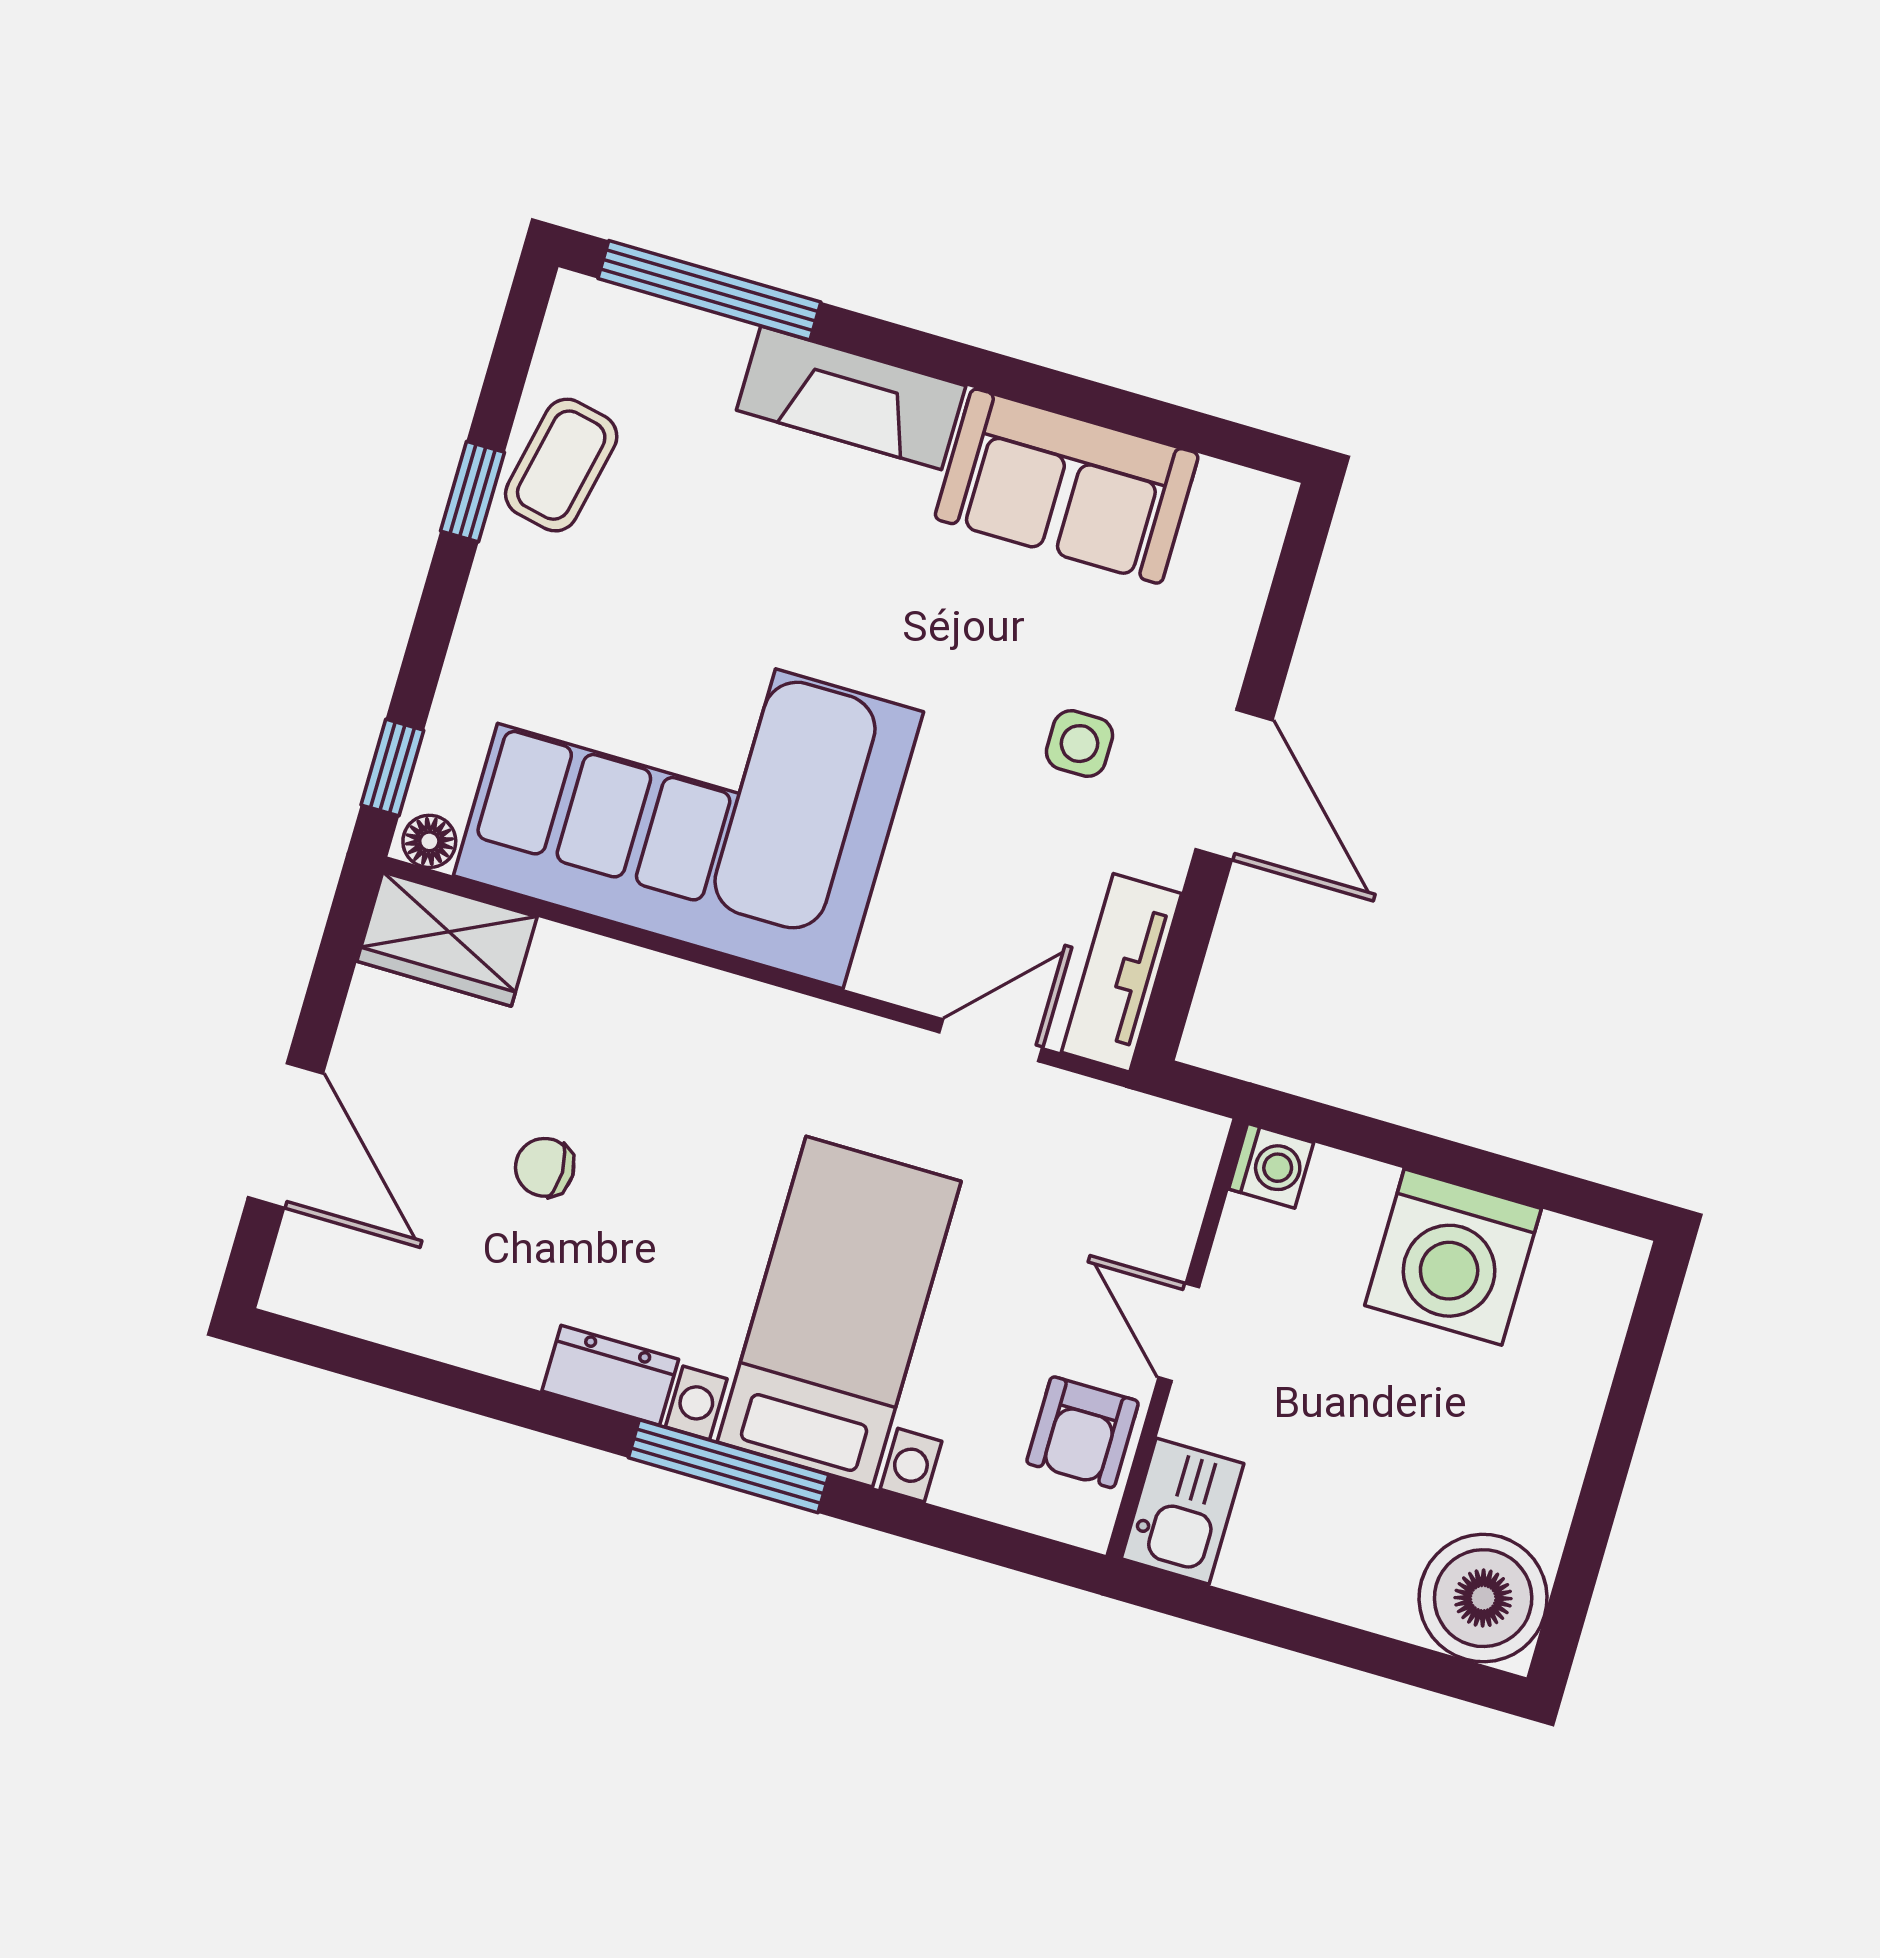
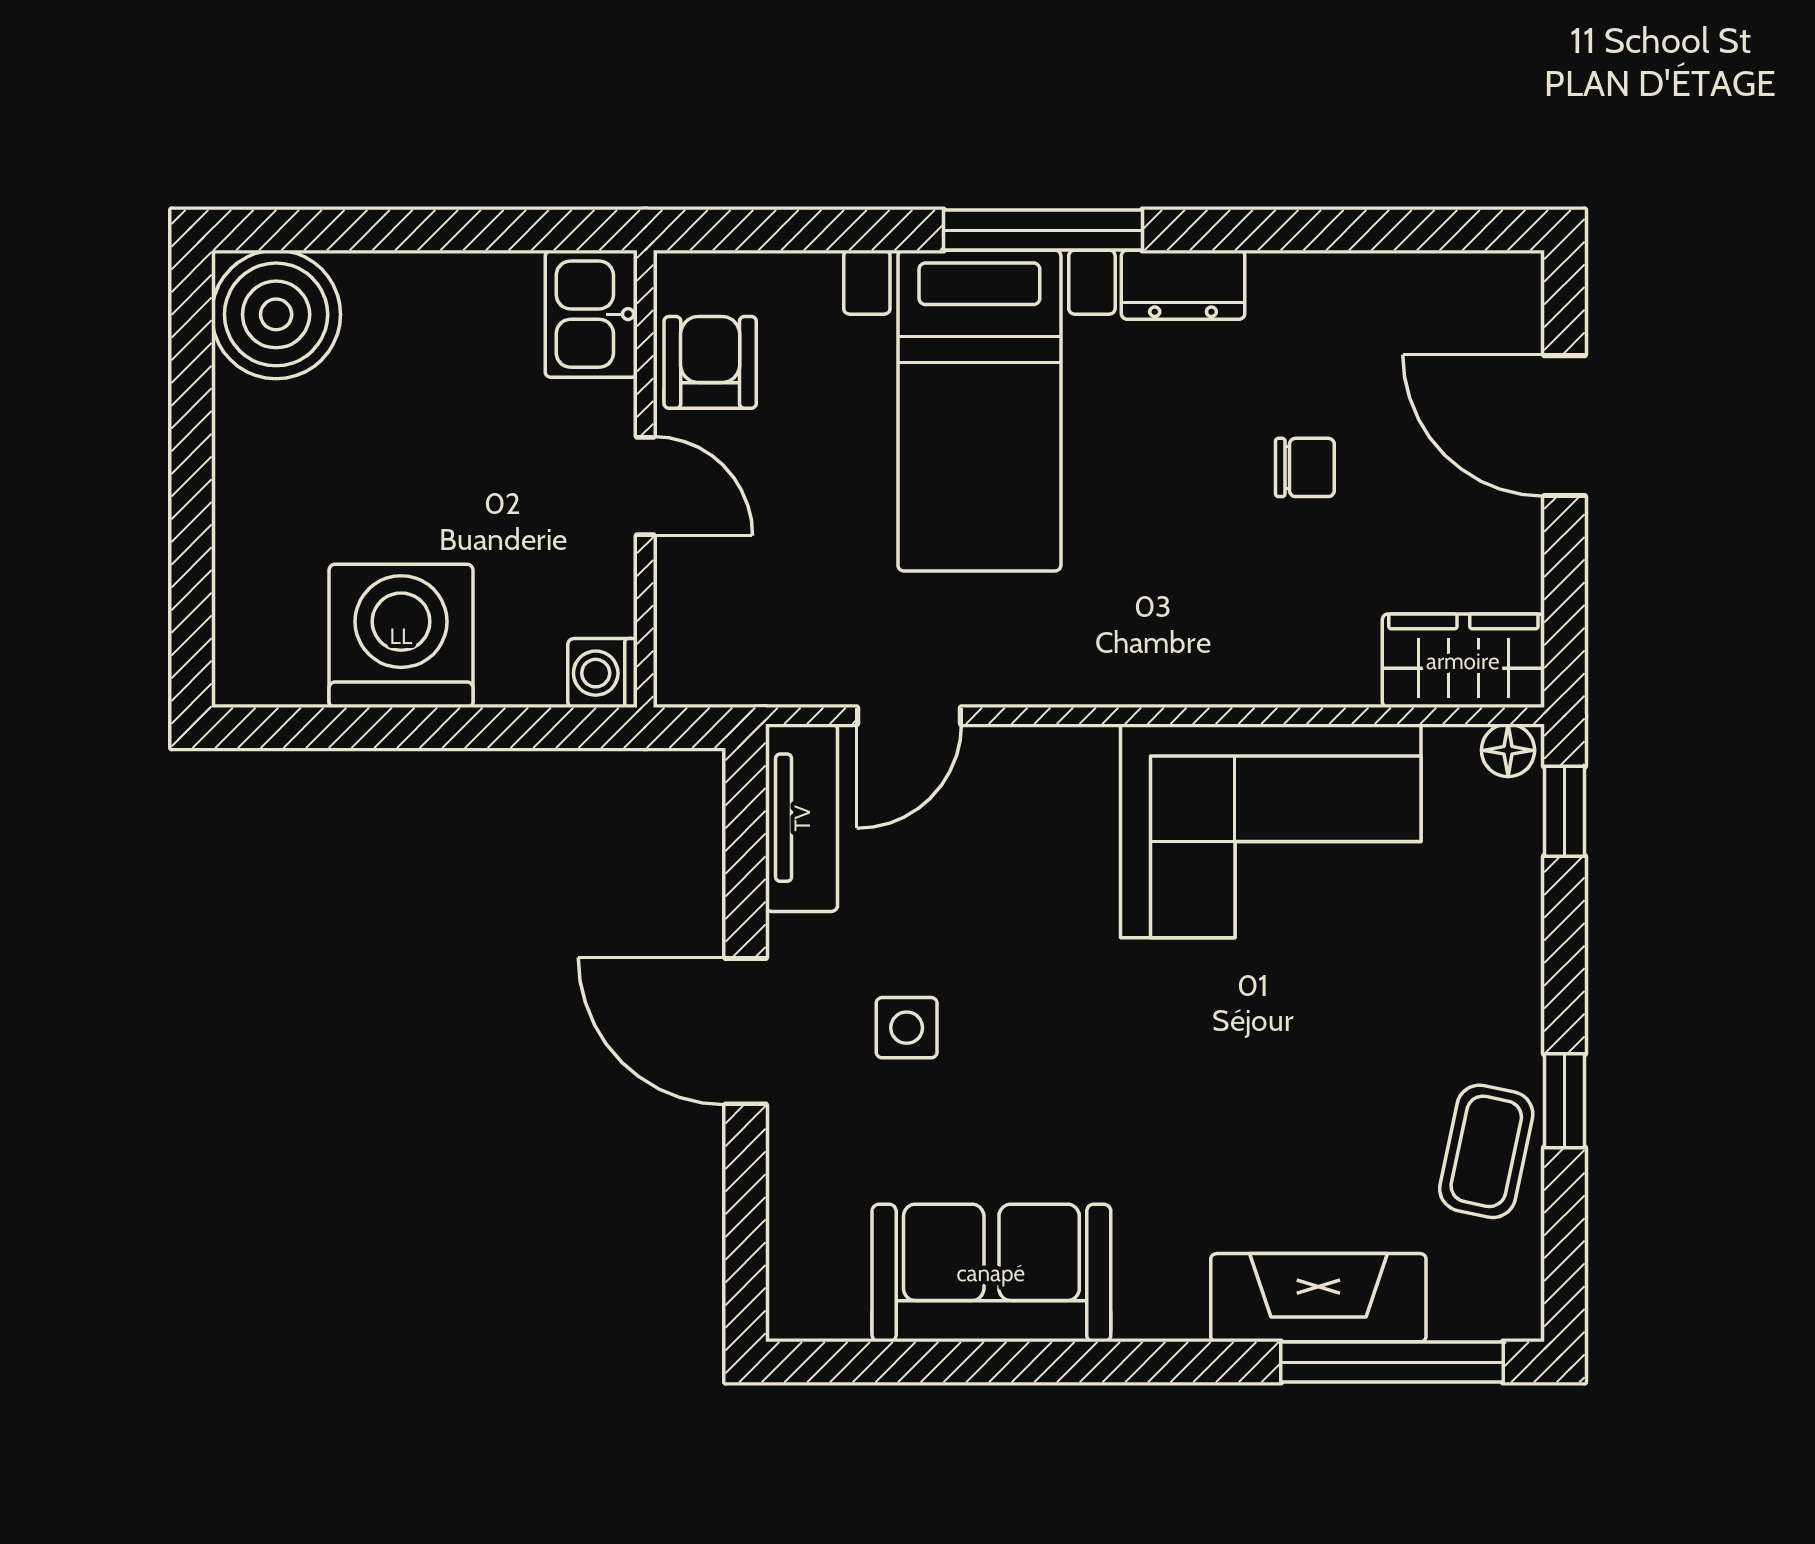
fireplace: (851, 398) -> (1318, 1298), moved
corner sofa: (688, 794) -> (1271, 831), width x0.73, depth x0.74

